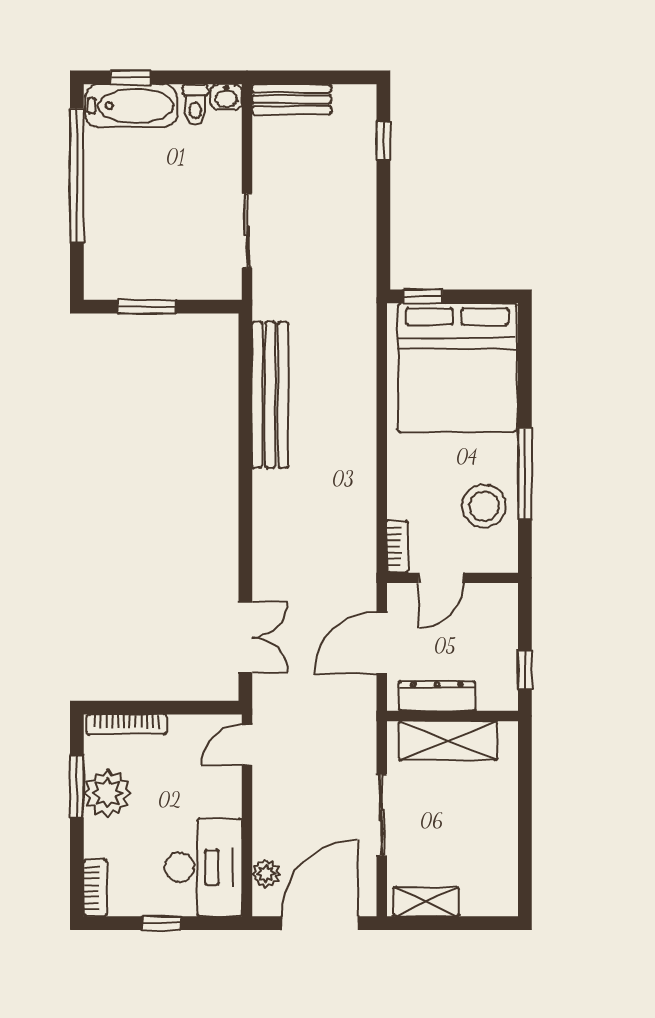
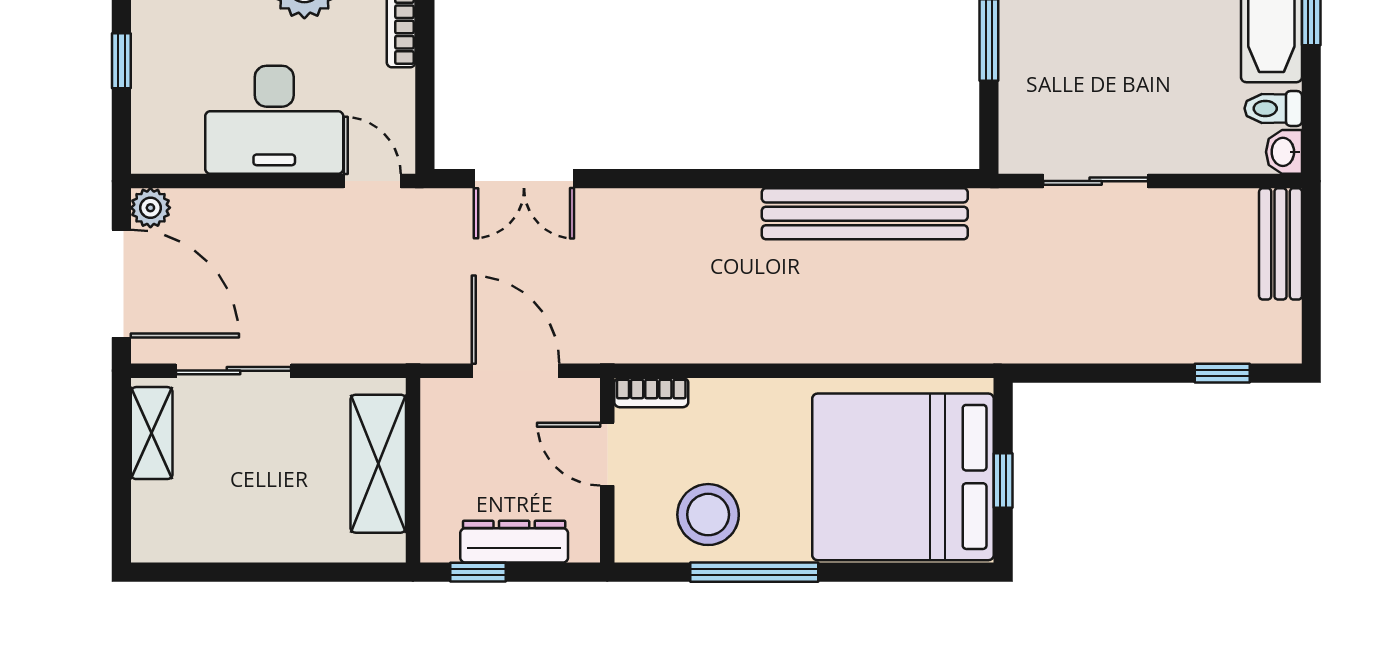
window: (423, 296) -> (1003, 481), moved
dresser: (437, 696) -> (514, 542), moved, turned -90
sliding door: (382, 815) -> (233, 371), moved
desk: (203, 867) -> (274, 120), moved
plant: (266, 874) -> (150, 208), moved

